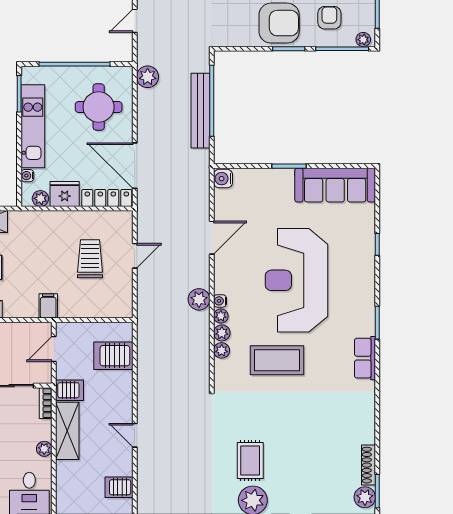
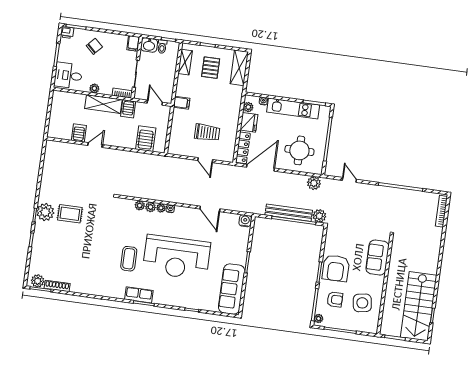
reception desk: (296, 280) -> (177, 257), turned 180
plant: (199, 299) -> (319, 216), moved
row of seats: (365, 358) -> (139, 295), moved
coffee table: (277, 360) -> (129, 259), moved, width x0.73, depth x0.76
server rack: (119, 487) -> (79, 133), moved

